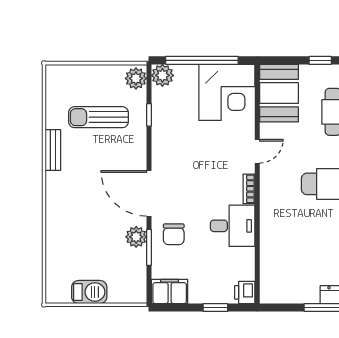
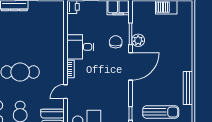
bench: (53, 150) -> (188, 88), width x1.36
door: (149, 193) -> (130, 66), hinge flipped

